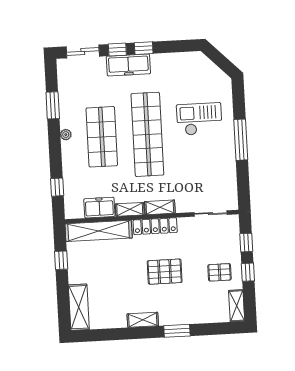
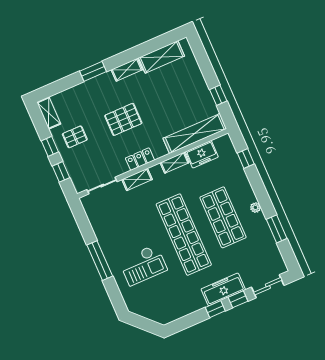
shelving: (160, 207) -> (137, 179), moved
locker: (155, 226) -> (140, 159), width x0.66
shelving: (79, 307) -> (162, 57), moved, turned 90

